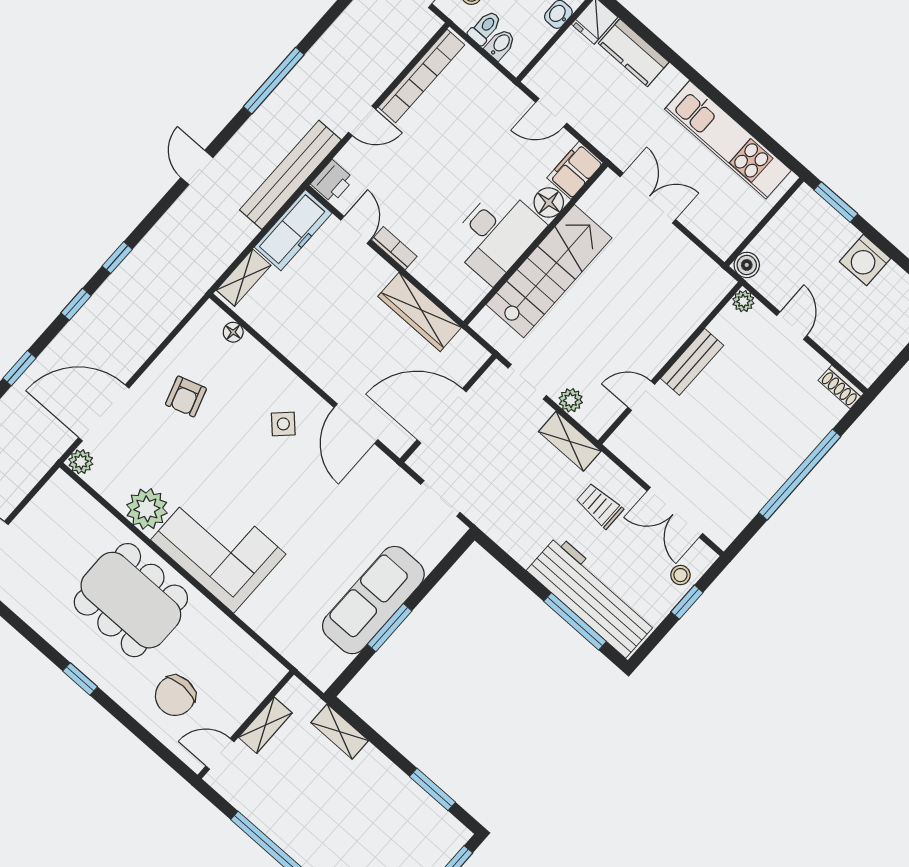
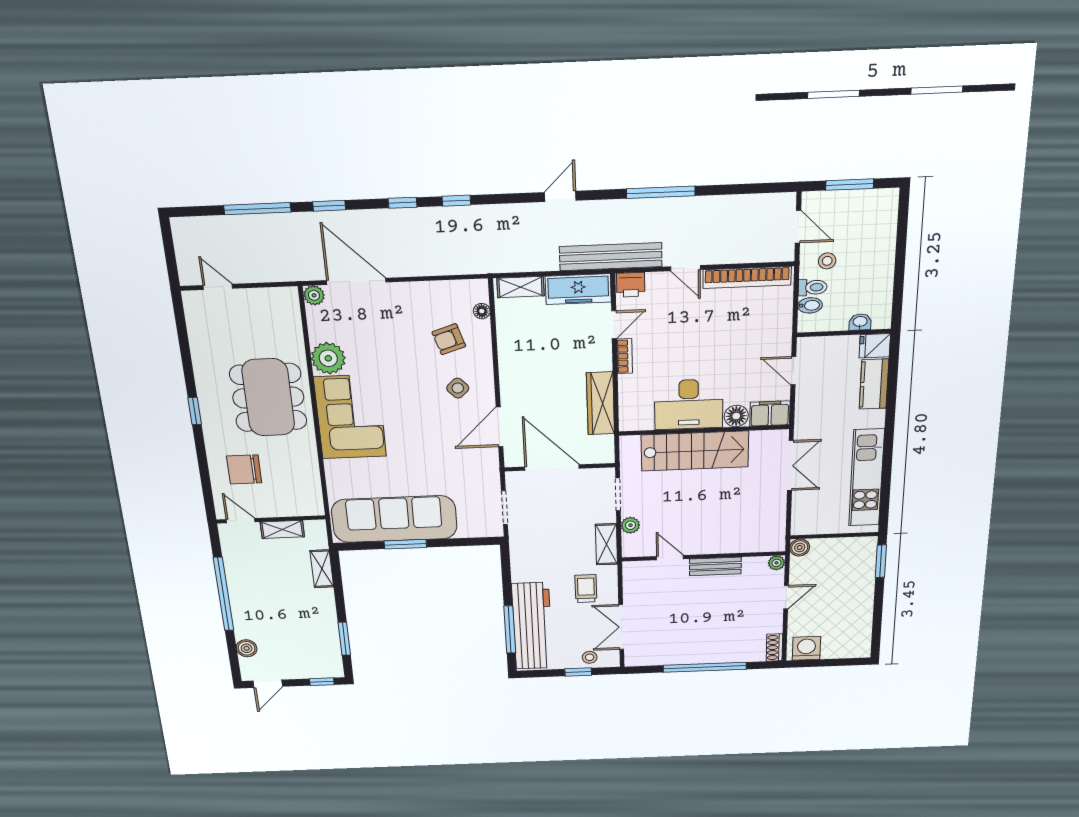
washing machine: (865, 260) -> (806, 648), moved, turned 90
armchair: (186, 397) -> (449, 339), moved
sofa: (373, 600) -> (394, 519), width x1.36, depth x1.27

